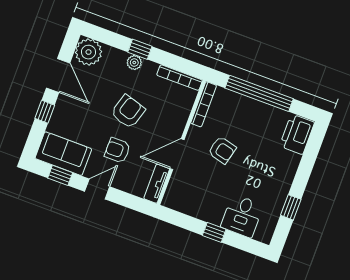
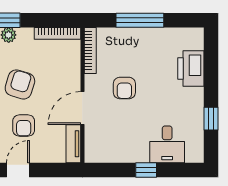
window: (259, 93) -> (140, 20), width x0.68
printer: (297, 134) -> (191, 69), moved
armchair: (117, 150) -> (24, 126), turned -90
armchair: (222, 150) -> (124, 88), turned 76

